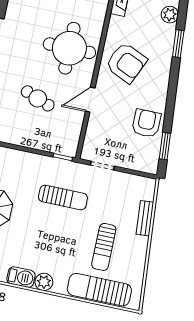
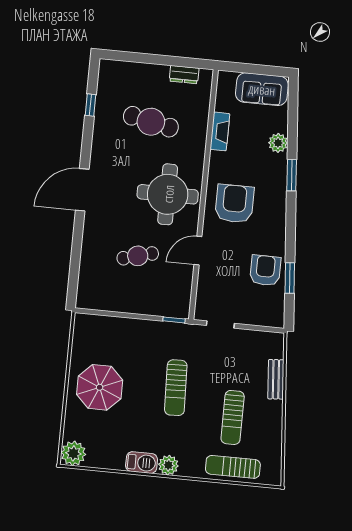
armchair: (126, 63) -> (234, 204), turned -114
cafe table: (38, 98) -> (138, 256), turned -36
window: (165, 146) -> (290, 278), moved
sun lounger: (63, 198) -> (176, 388), moved, turned 88
sun lounger: (99, 290) -> (233, 467), width x0.73, depth x0.75

